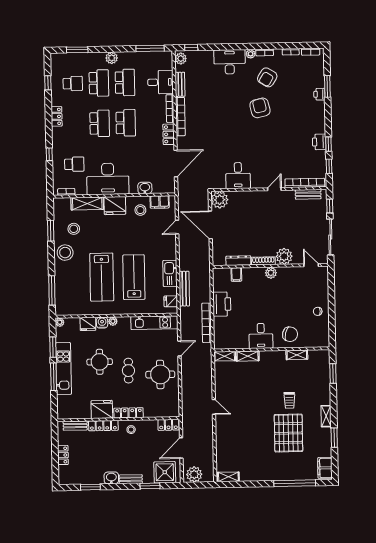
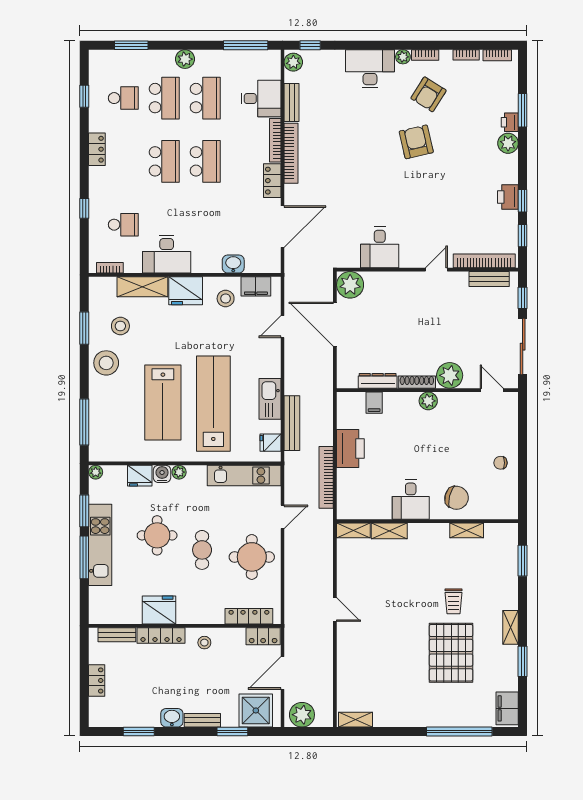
plant: (319, 108) -> (508, 143), added
desk: (108, 179) -> (167, 254), width x0.73, depth x0.77
lab bench: (134, 277) -> (213, 404), width x1.36
locker: (128, 413) -> (249, 616), moved

